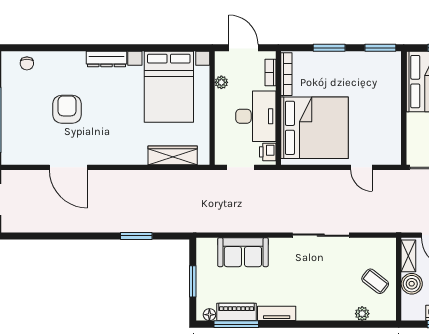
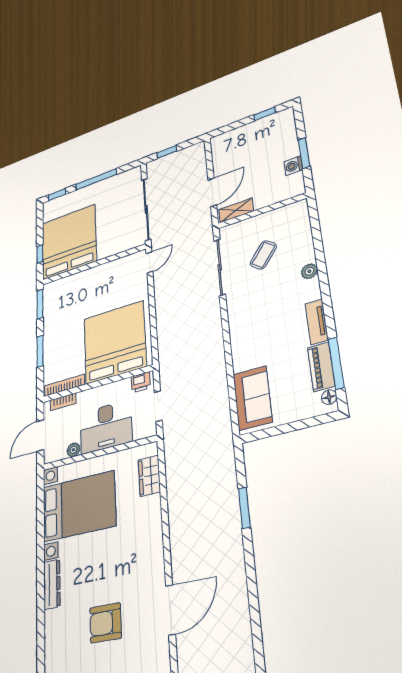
desk: (256, 116) -> (106, 427), moved, turned 180
wardrobe: (173, 155) -> (149, 476), width x0.67
door: (361, 167) -> (149, 262), moved
sliding door: (321, 235) -> (220, 267), moved
sofa: (243, 252) -> (252, 398), moved
window: (193, 281) -> (291, 427), removed
coffee table: (375, 281) -> (263, 255), moved
boiler: (412, 284) -> (265, 197), removed
plant: (362, 314) -> (309, 271), moved

